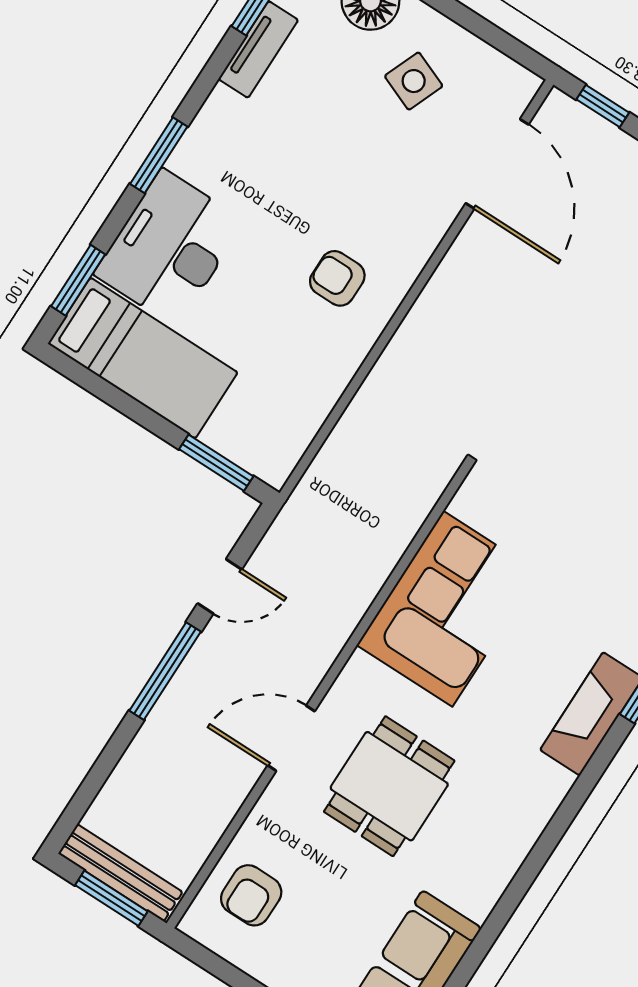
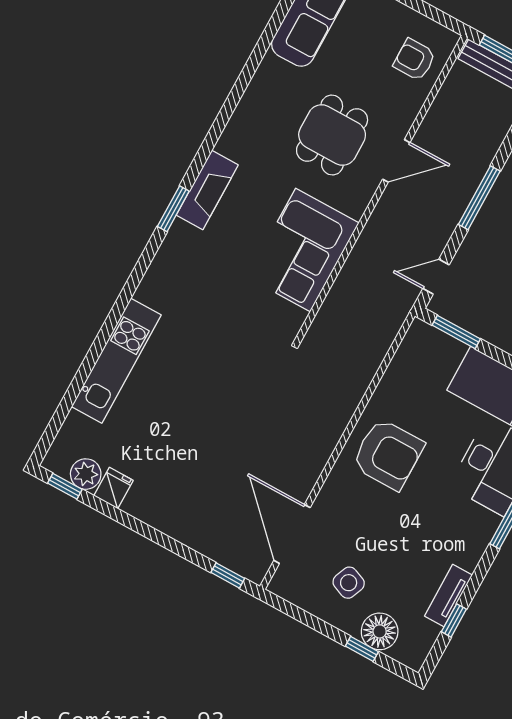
armchair: (337, 278) -> (388, 454), width x1.88, depth x1.88
door: (220, 586) -> (436, 277), moved
armchair: (251, 895) -> (415, 60), turned -90

